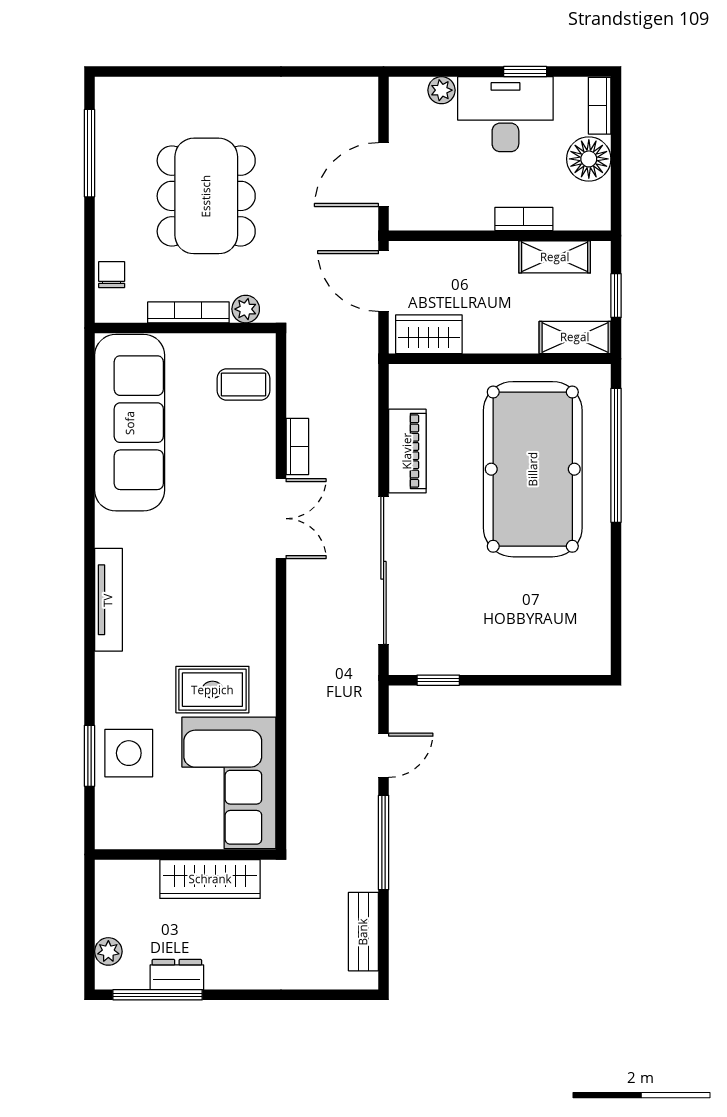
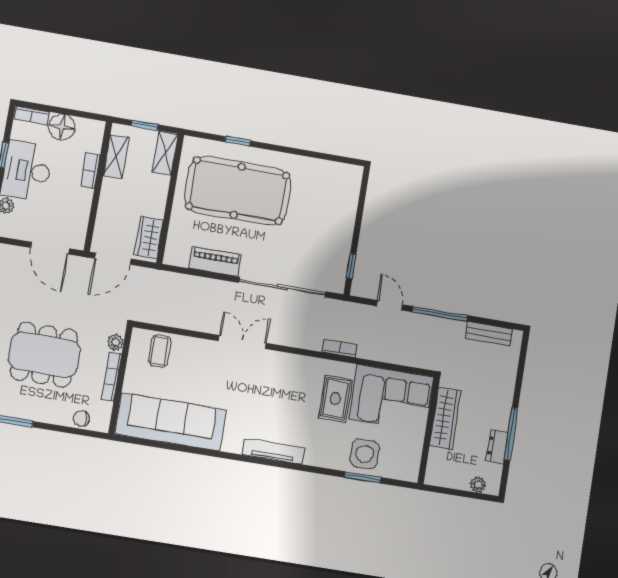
bookcase: (297, 447) -> (340, 348), moved
window: (616, 455) -> (238, 141), width x0.32
window: (158, 995) -> (511, 434), moved

